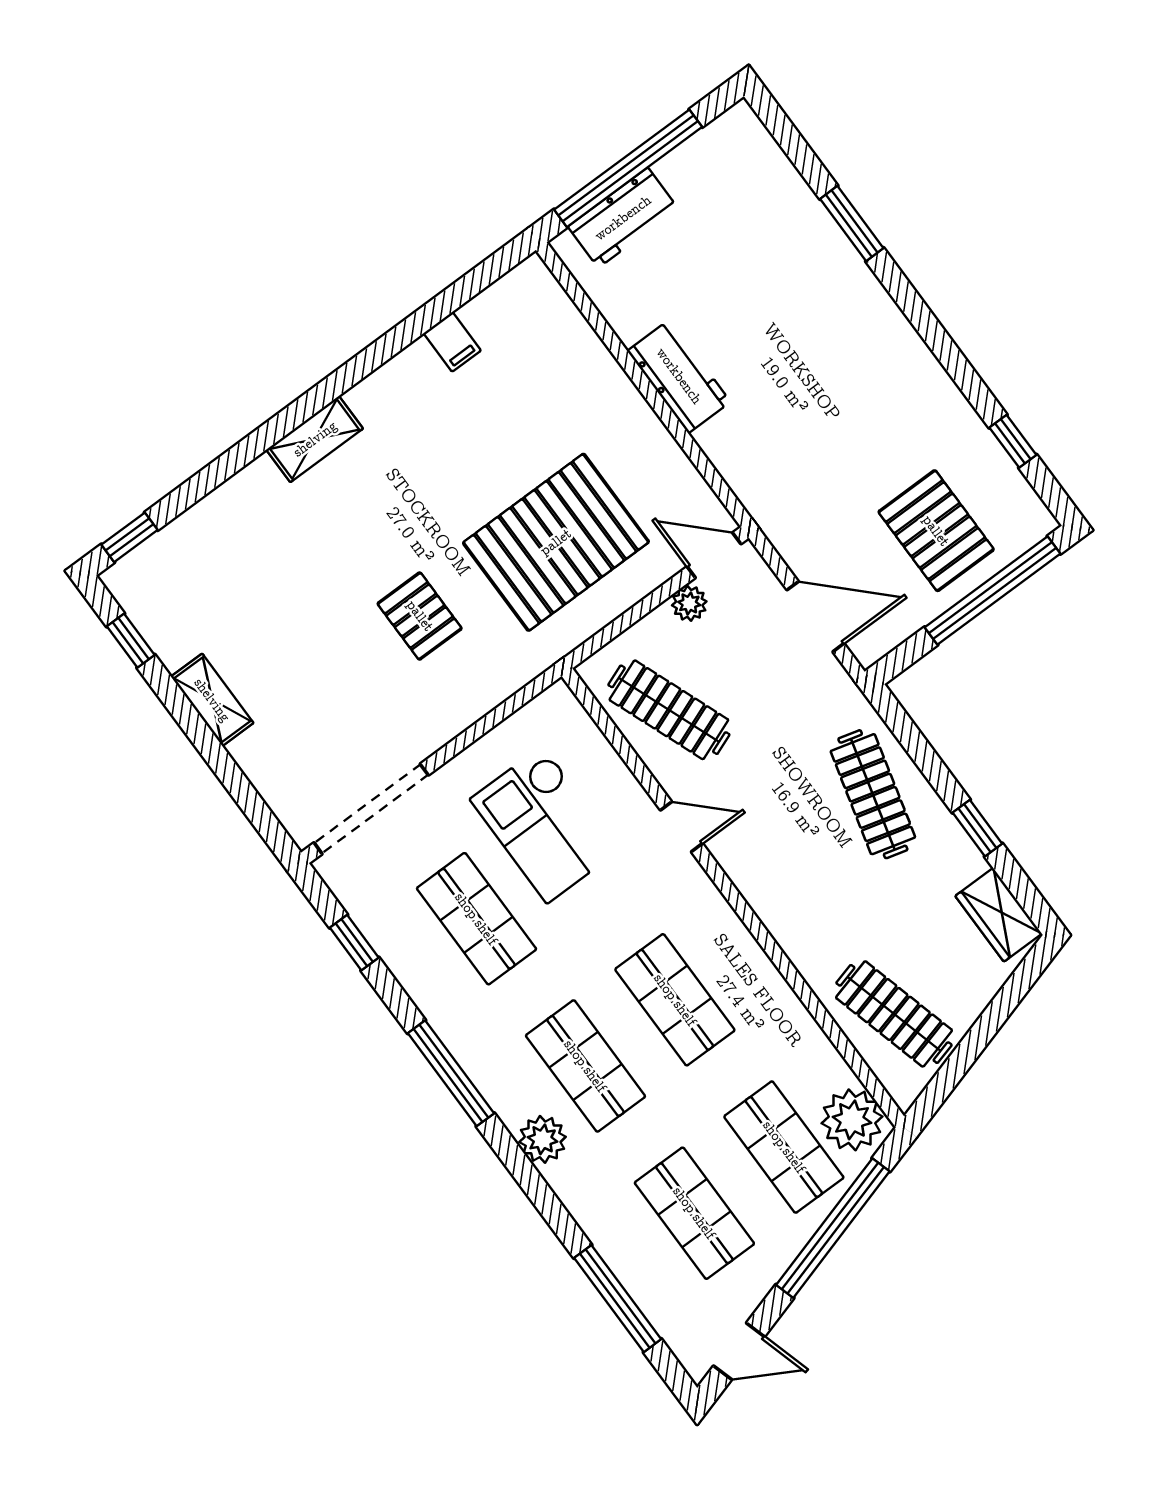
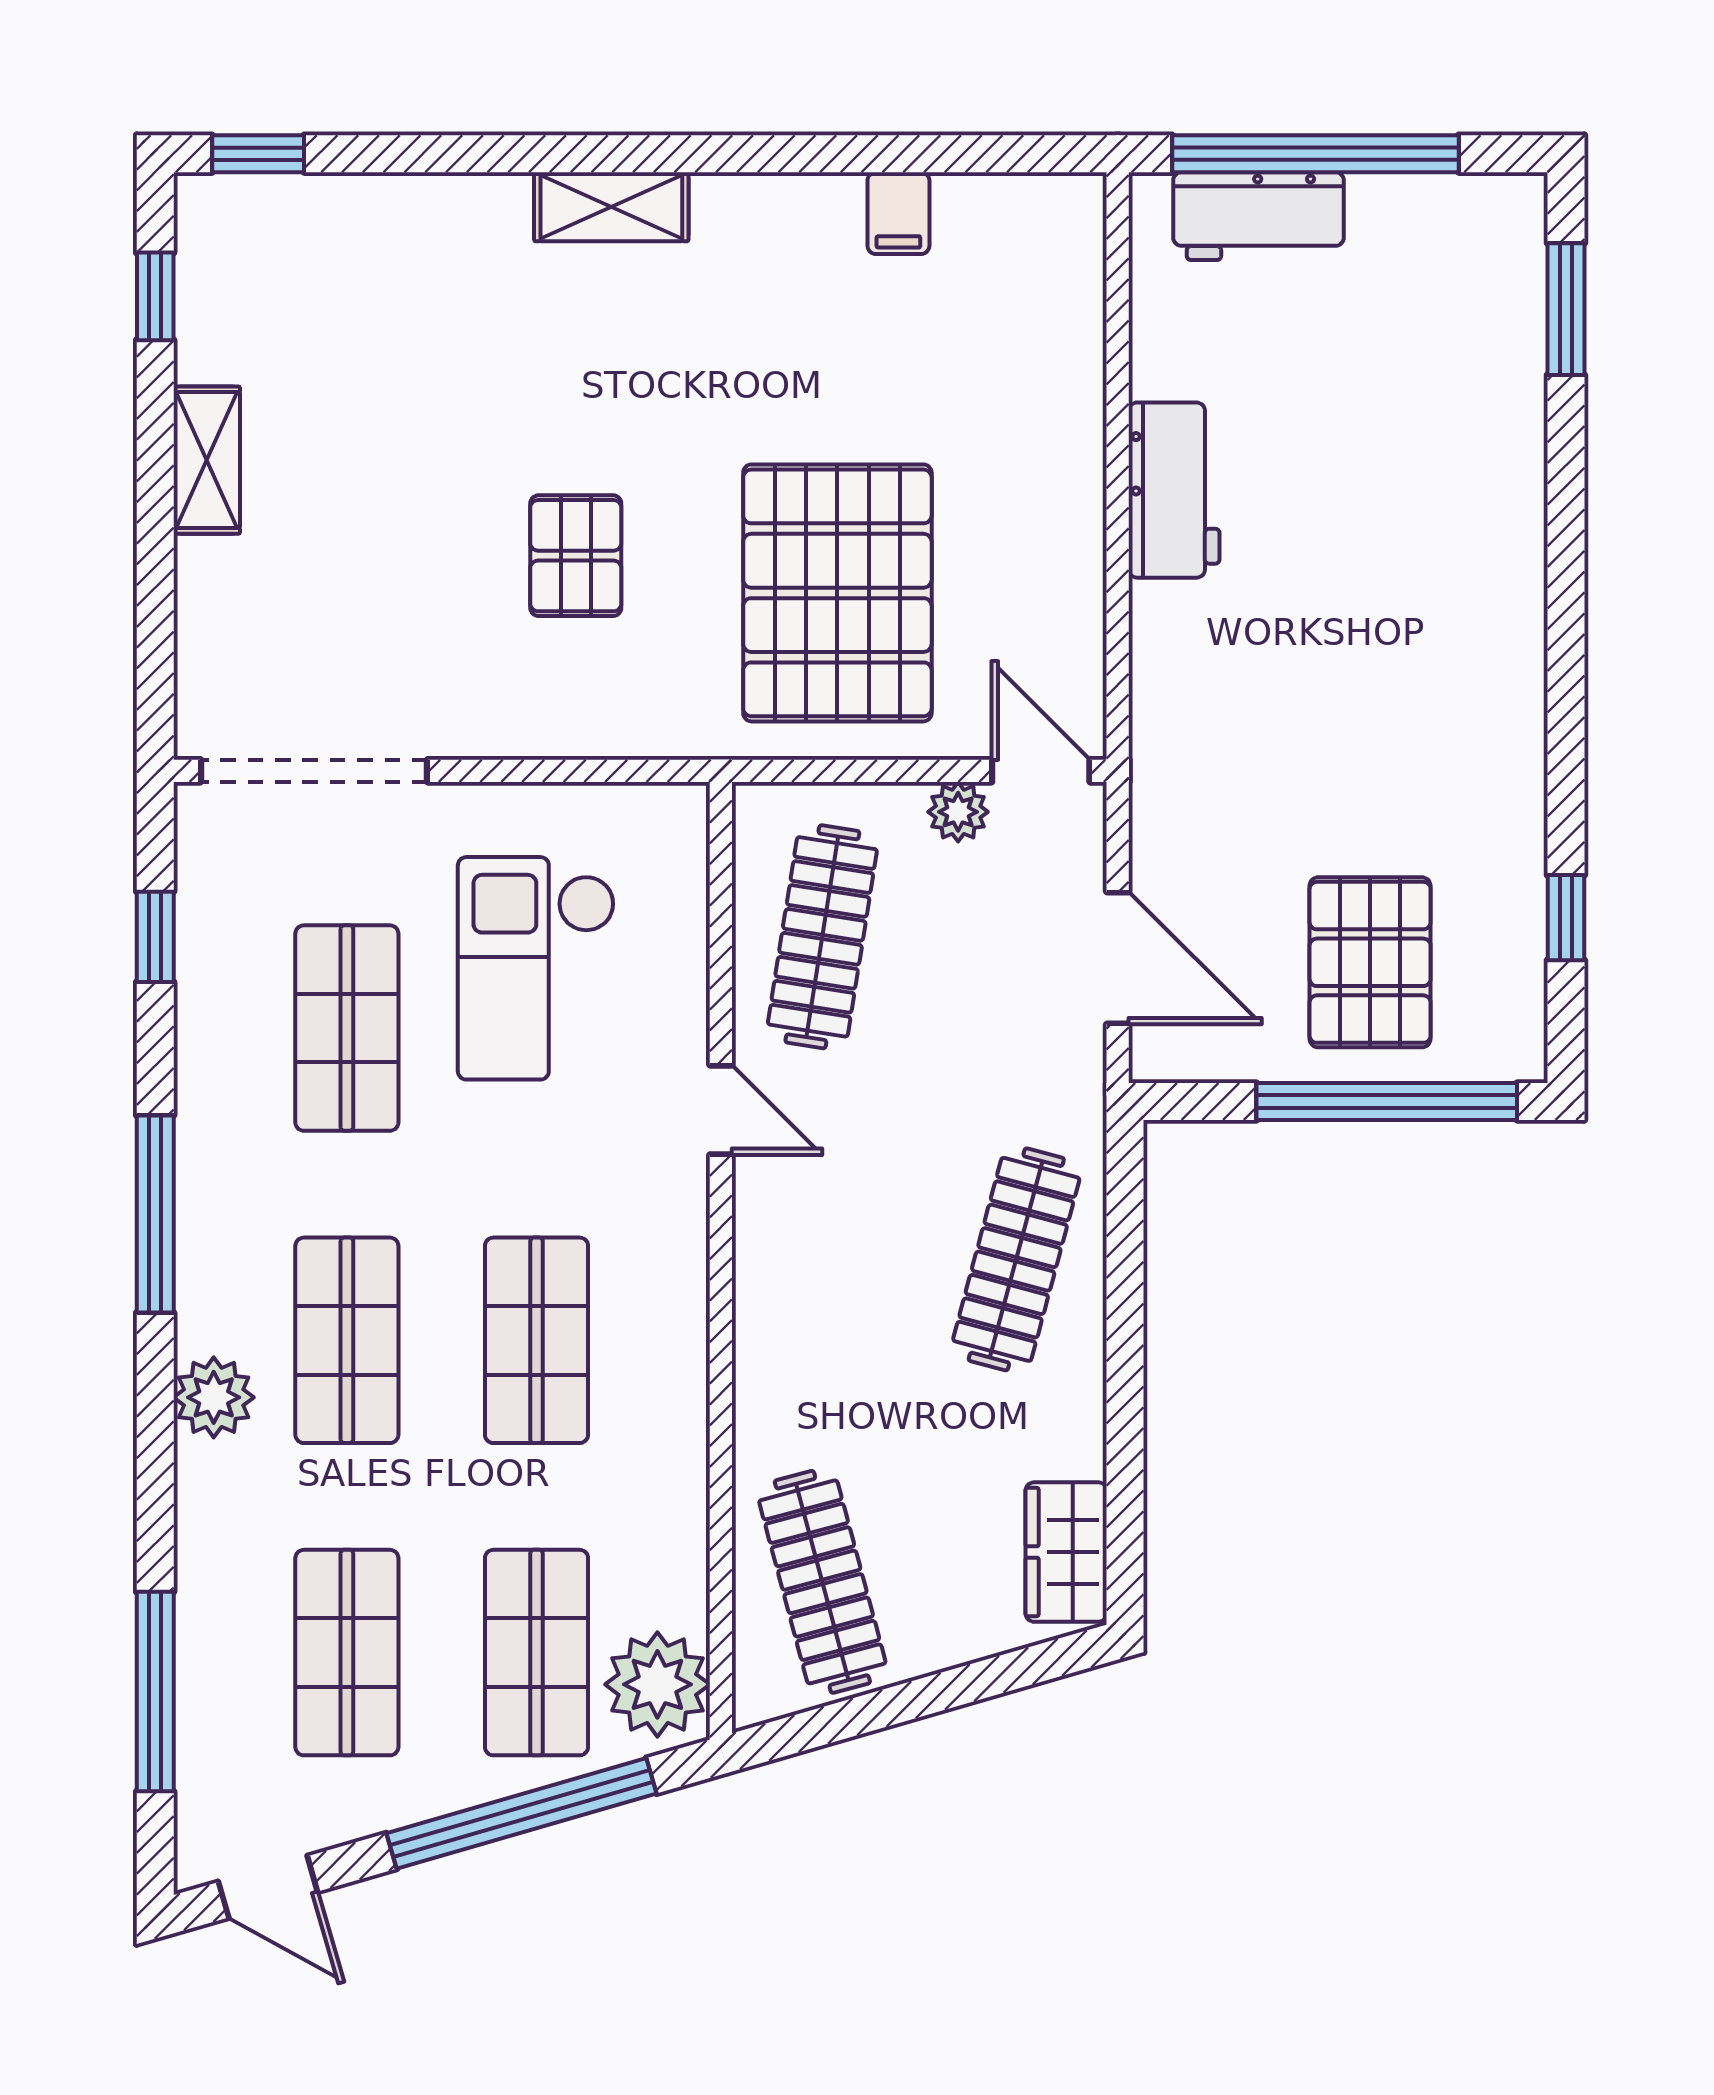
window: (852, 224) -> (1566, 309), moved
pallet: (556, 542) -> (837, 593), turned 90
clothes rail: (669, 710) -> (822, 937), turned 30
window: (977, 828) -> (1125, 1412), removed

